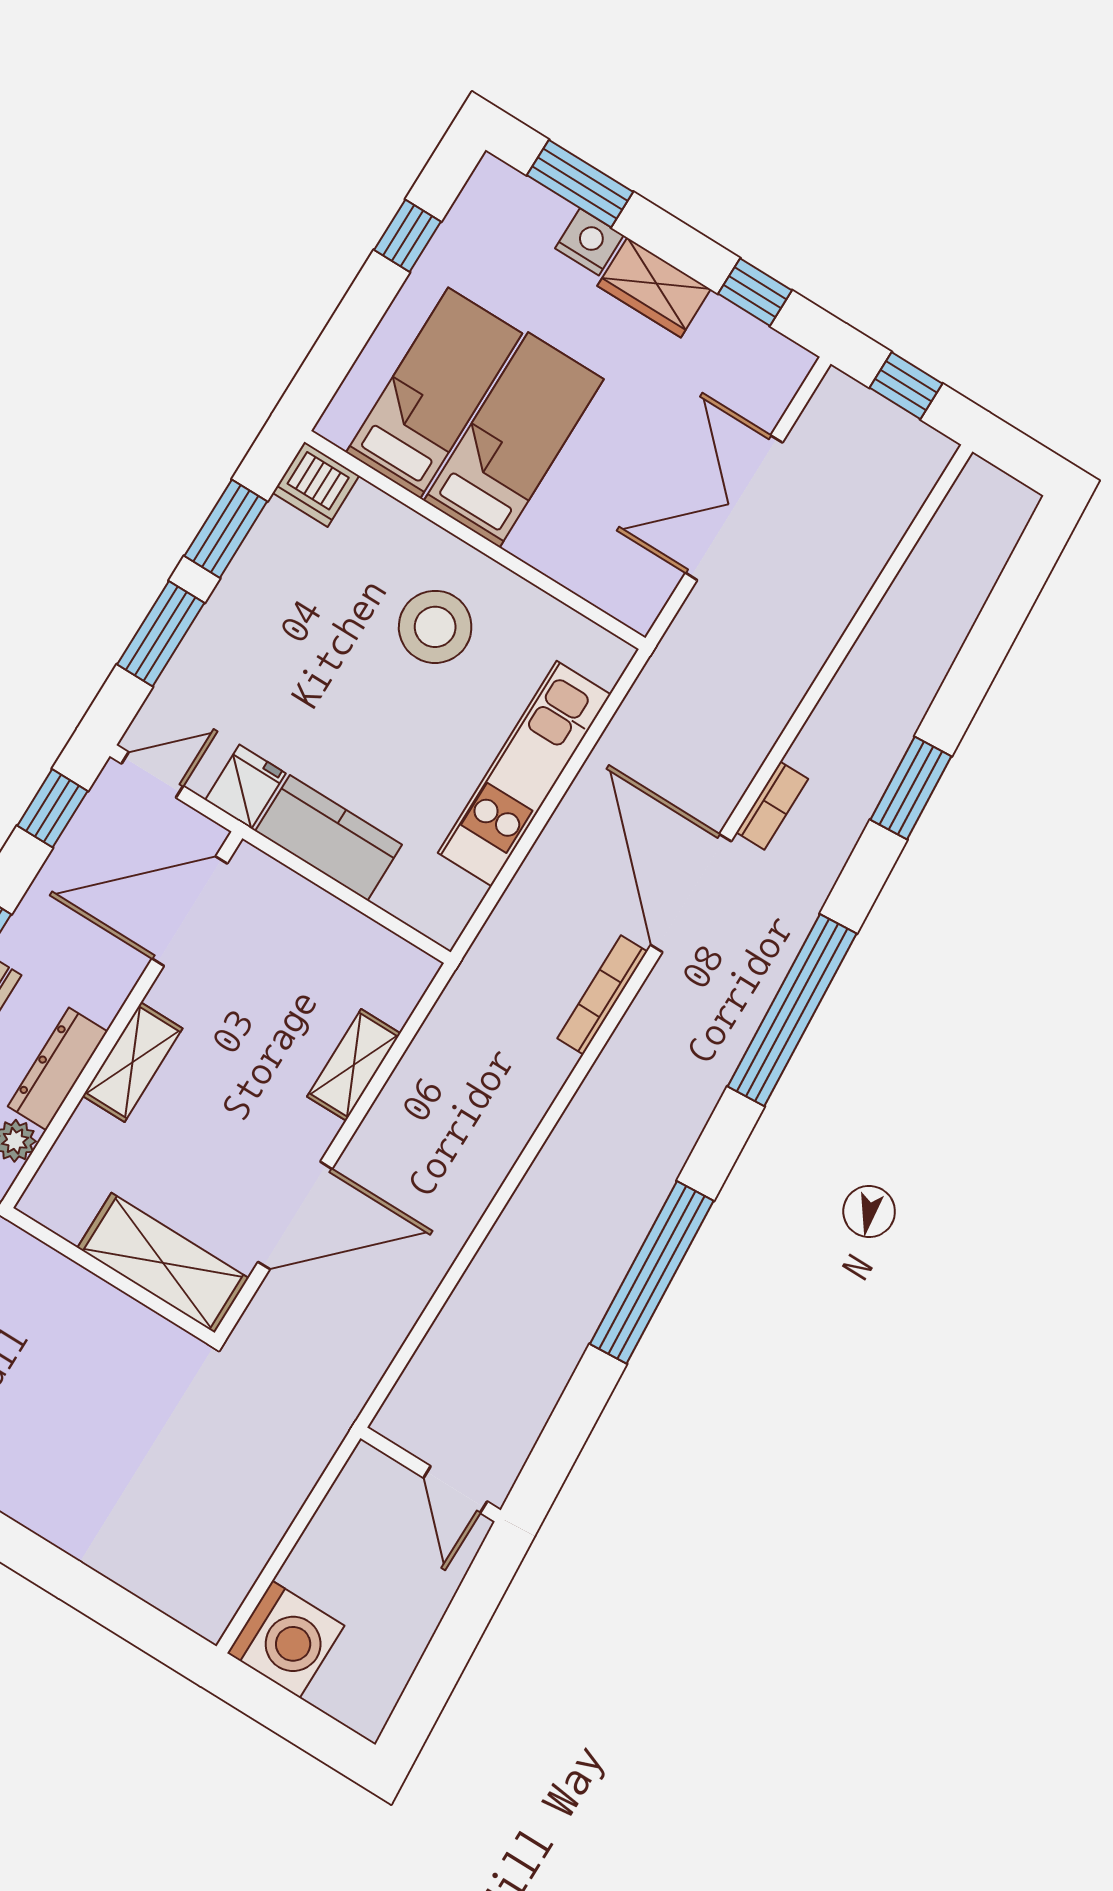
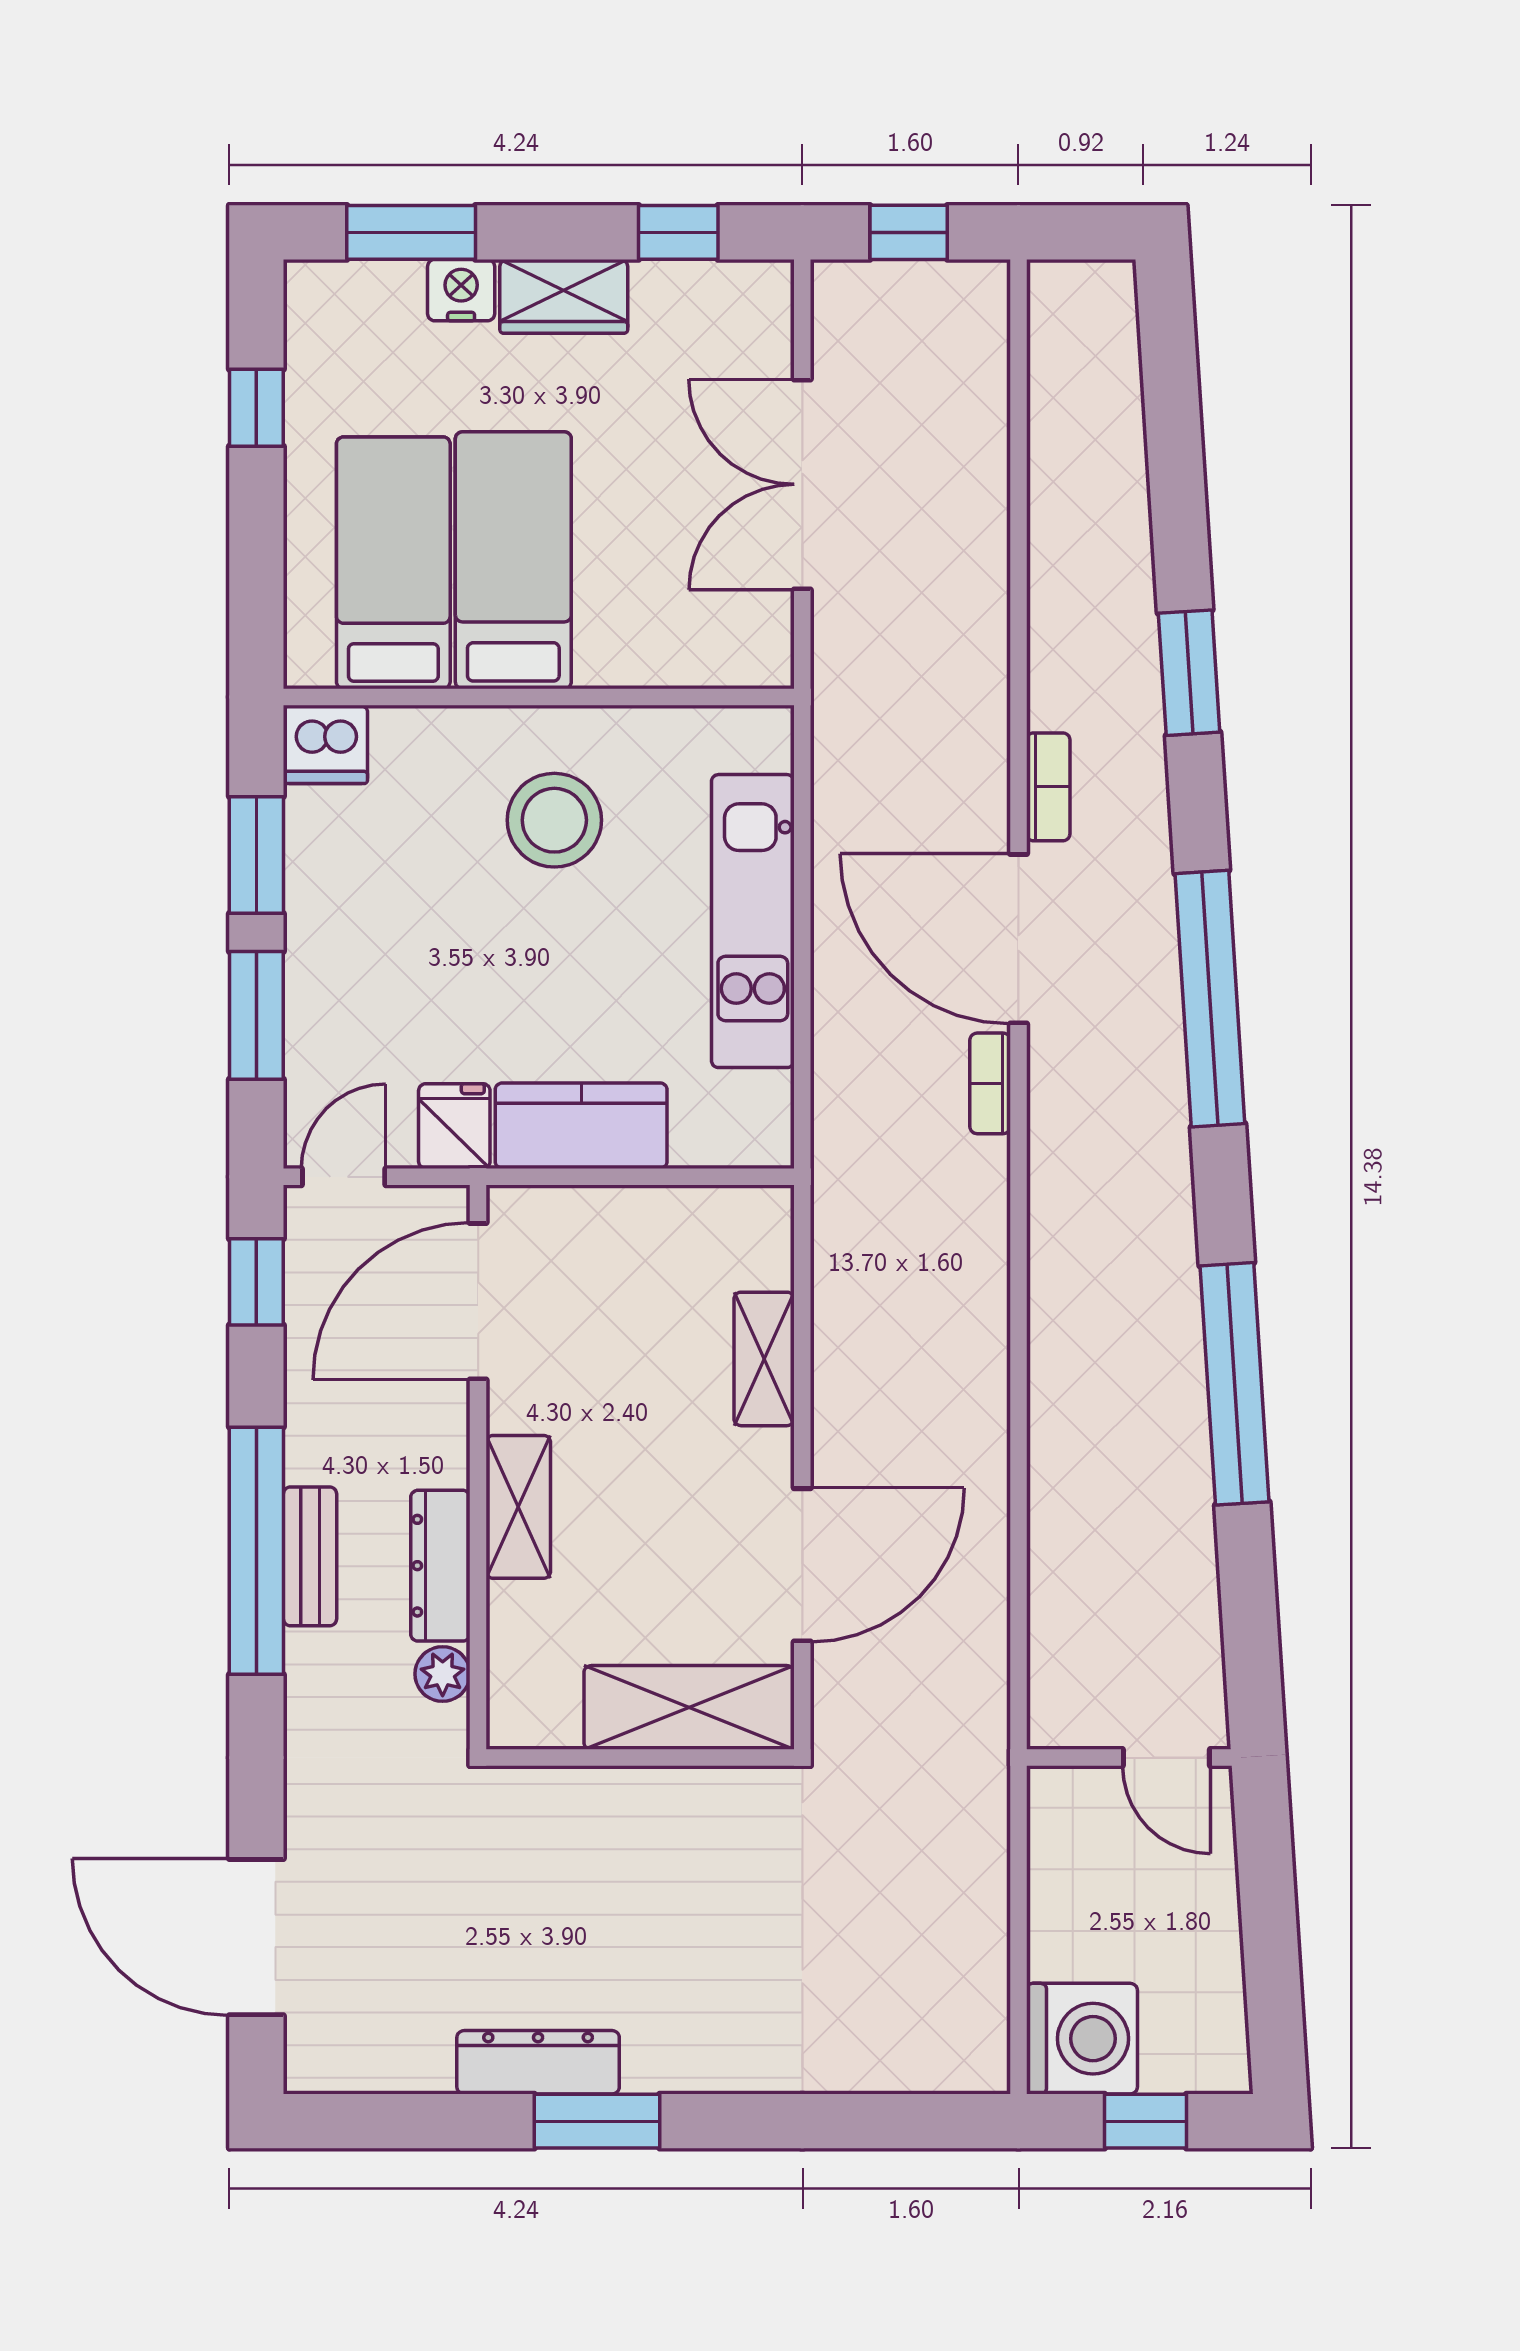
bookcase: (602, 995) -> (990, 1083), width x0.64
window: (294, 1719) -> (1146, 2121), added

